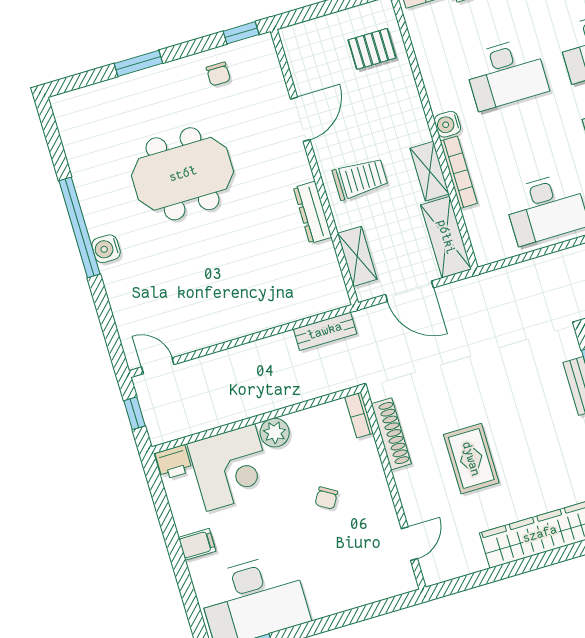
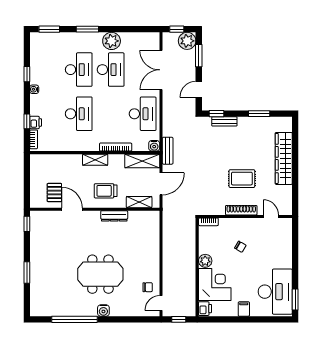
pallet: (372, 49) -> (54, 193), moved
chair: (218, 74) -> (148, 287), moved
water cooler: (447, 124) -> (154, 146), moved
shelving: (429, 171) -> (95, 160), moved
meeting table: (183, 174) -> (100, 274), moved, turned 90
trolley: (360, 179) -> (106, 191), turned -90
window: (79, 227) -> (74, 319), moved
bench: (325, 331) -> (168, 151), moved
shoe rack: (391, 434) -> (241, 210), moved

